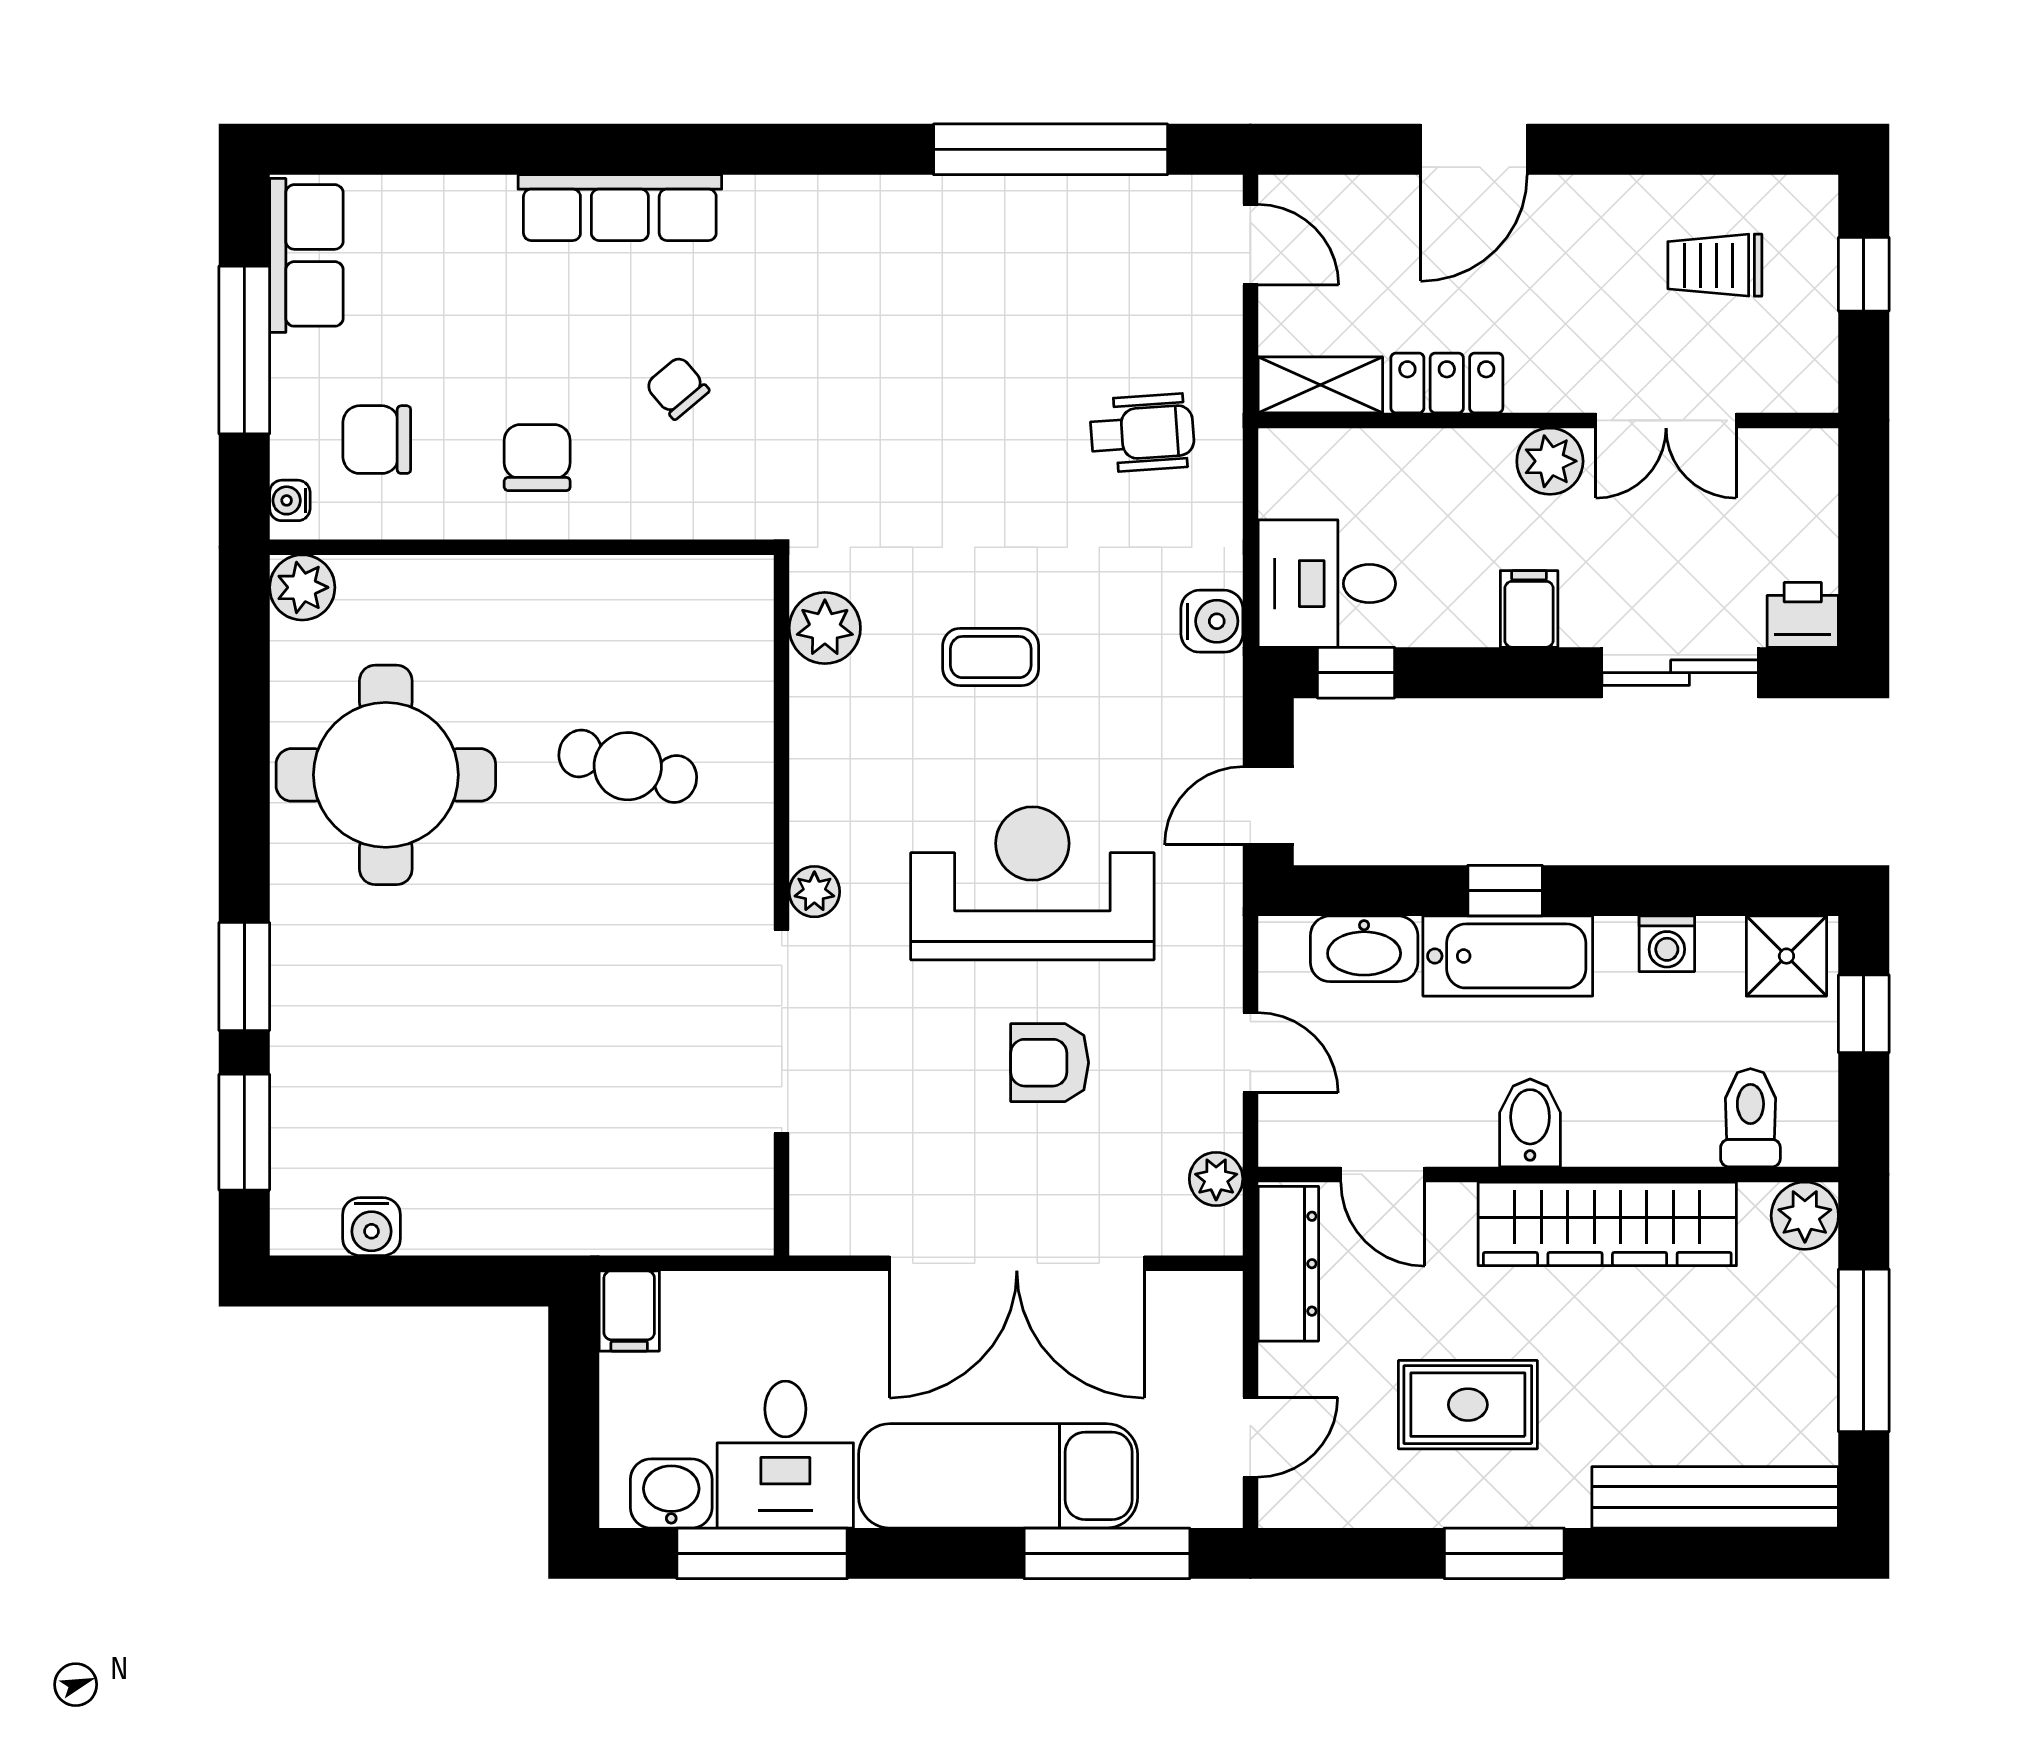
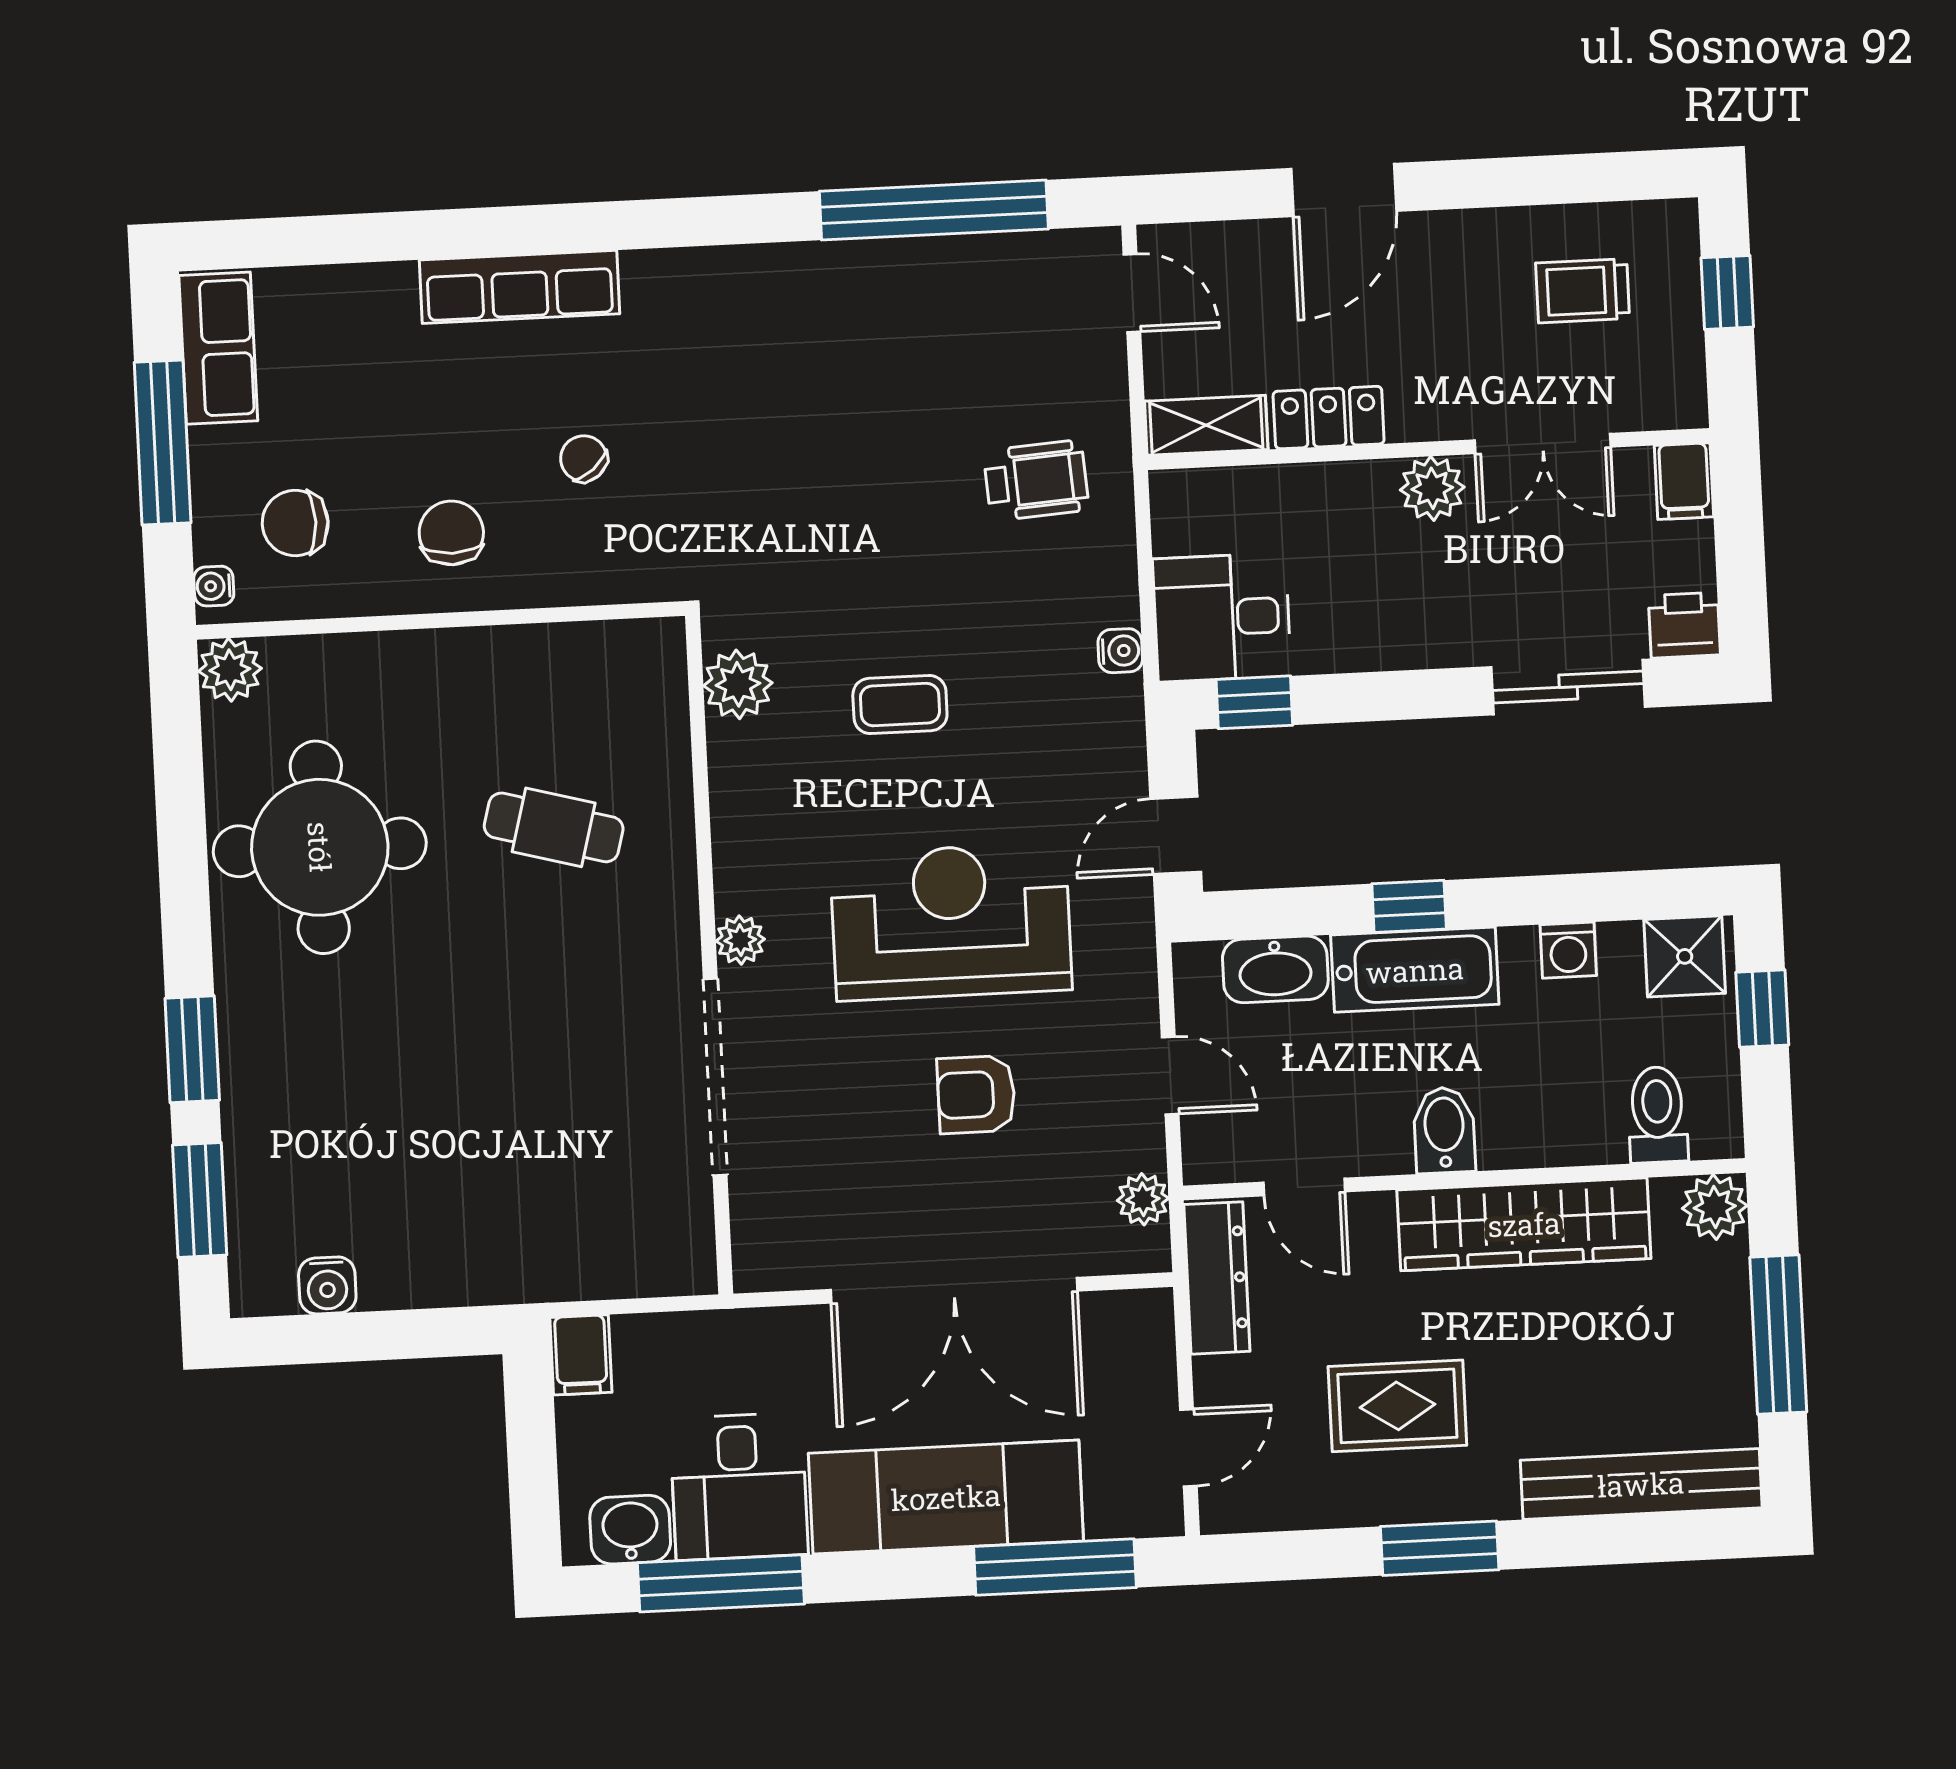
filing cabinet: (1529, 609) -> (1684, 481), moved, turned 180
water cooler: (1212, 621) -> (1120, 651), width x0.72, depth x0.72

